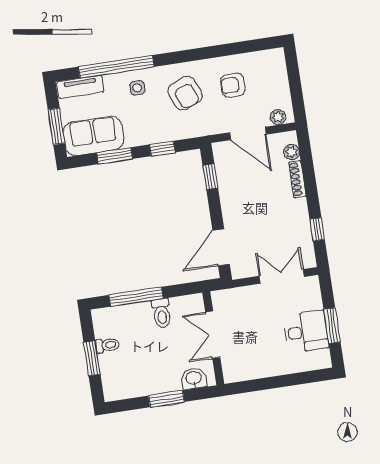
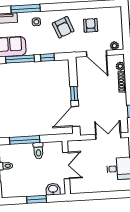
window: (116, 67) -> (26, 9), width x0.68
armchair: (233, 85) -> (91, 25), turned 90
window: (115, 156) -> (20, 59), width x1.44
window: (210, 177) -> (74, 94), moved
double door: (213, 335) -> (66, 165), swing flipped

